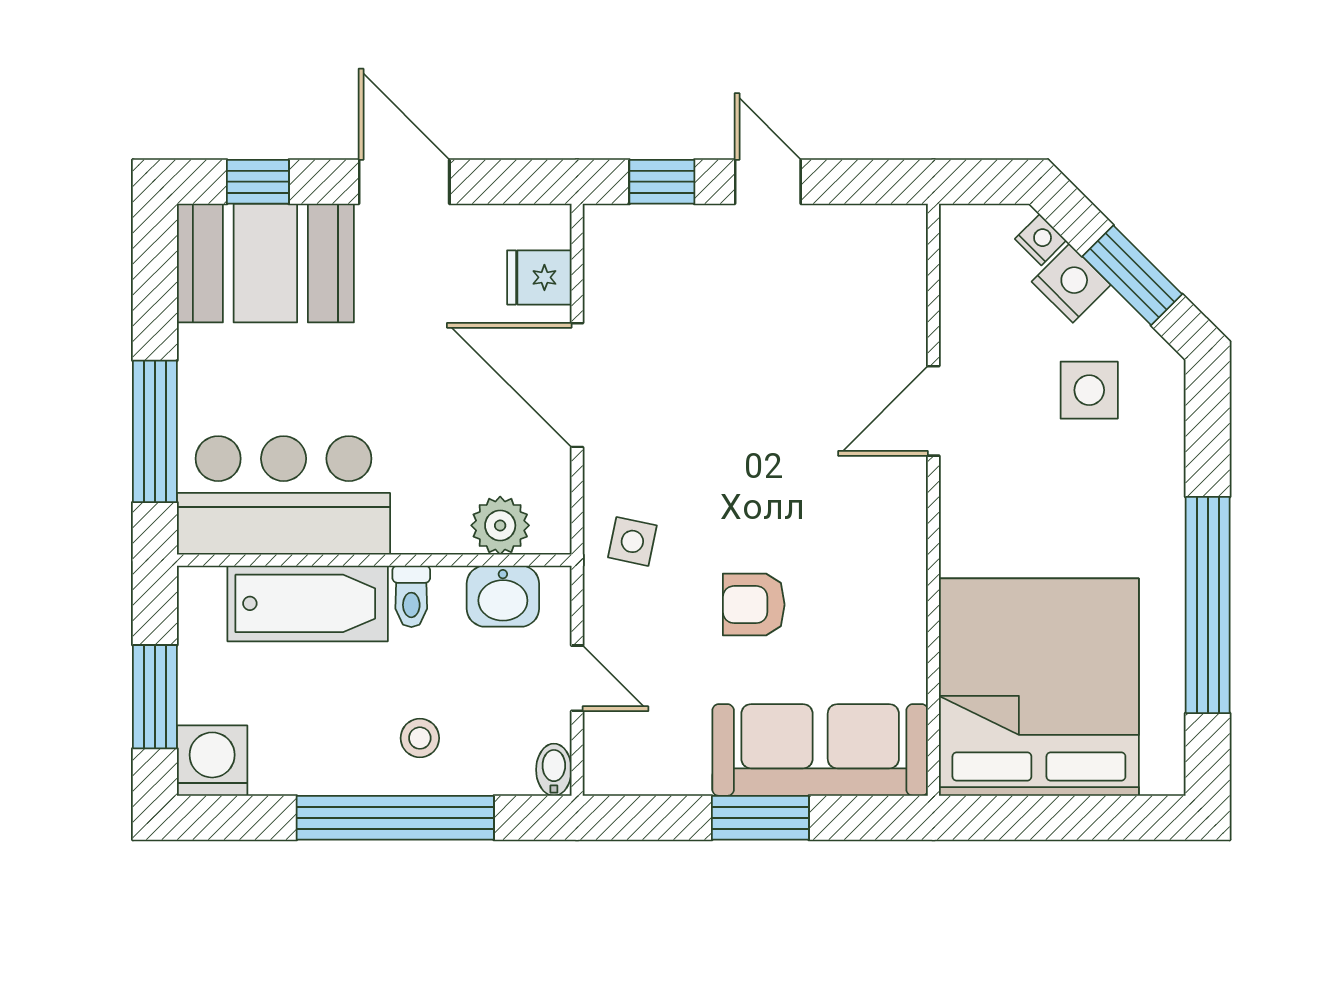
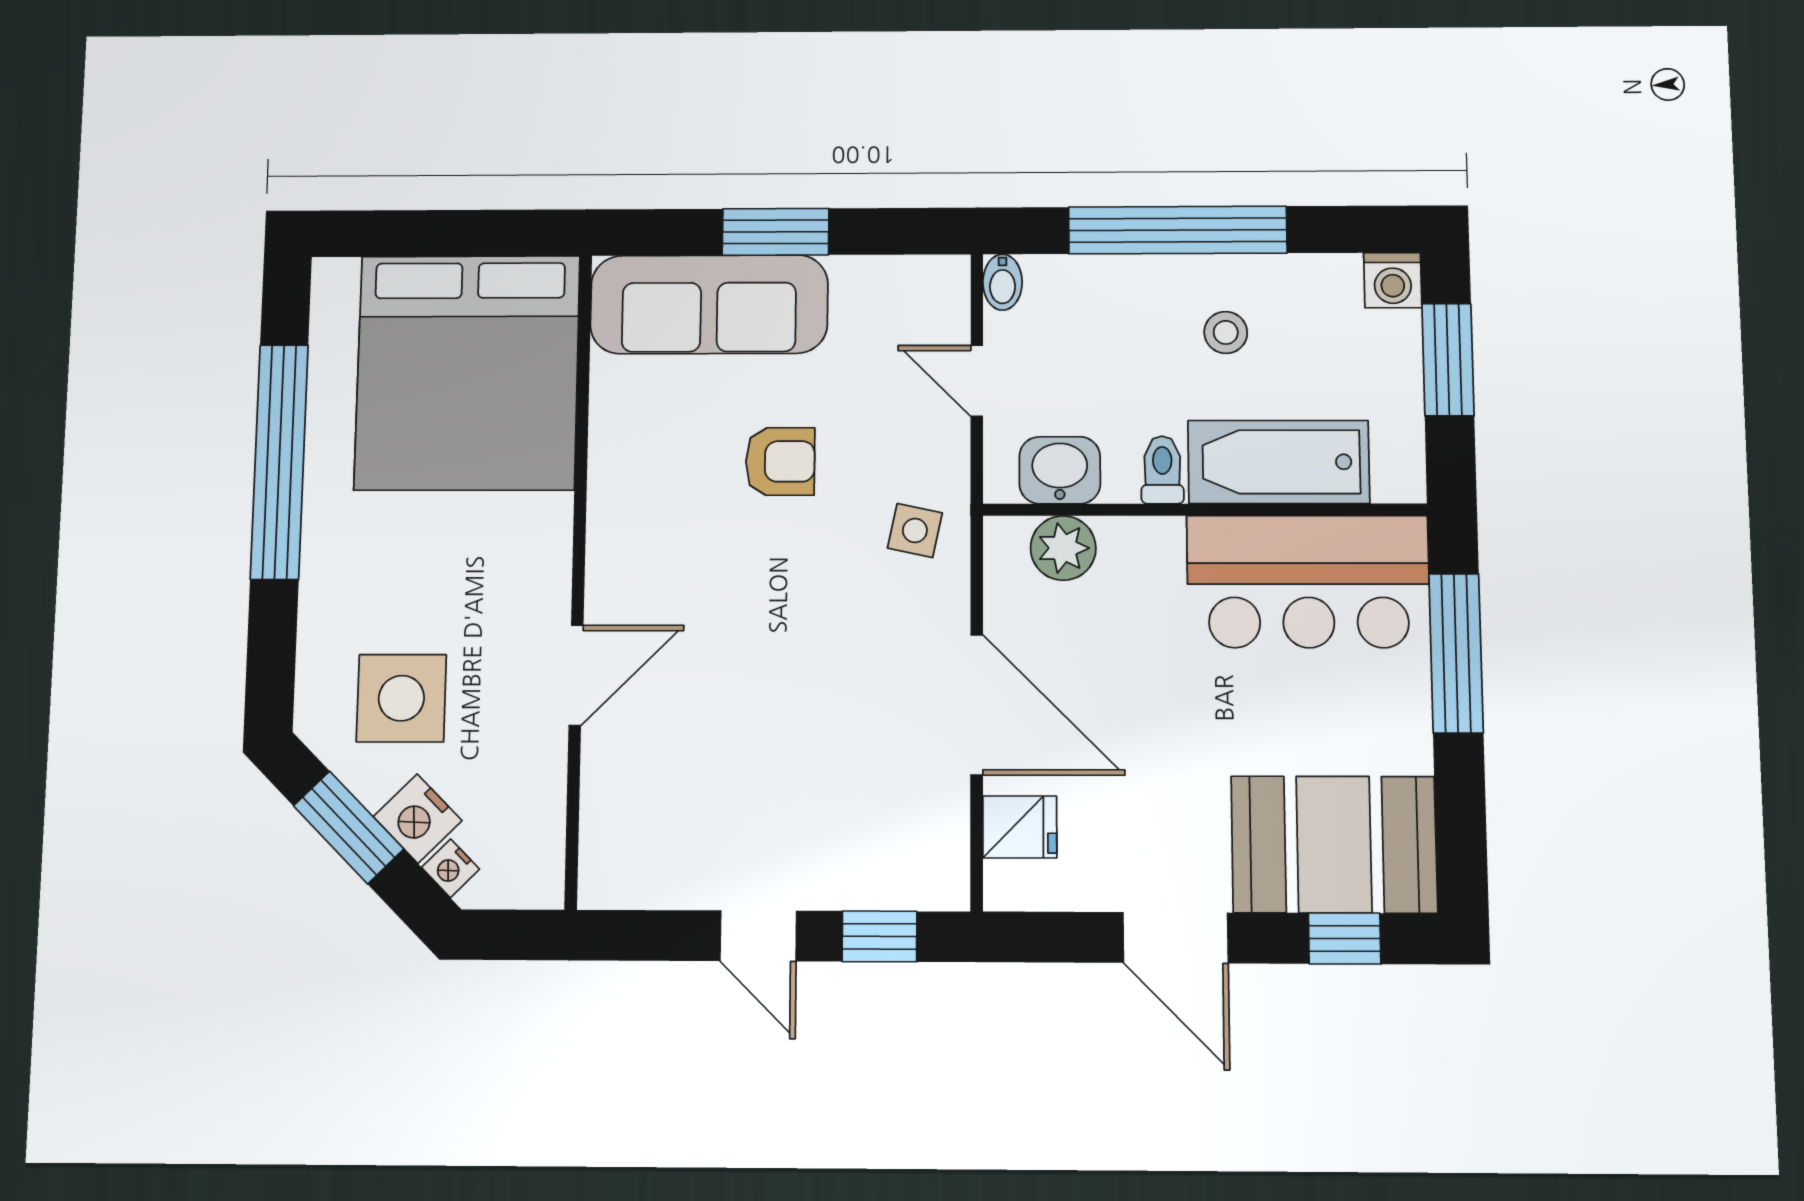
side table: (1089, 390) -> (401, 698), width x1.37, depth x1.37
stool: (420, 738) -> (1226, 332), moved
washing machine: (212, 761) -> (1393, 280), width x0.73, depth x0.73

